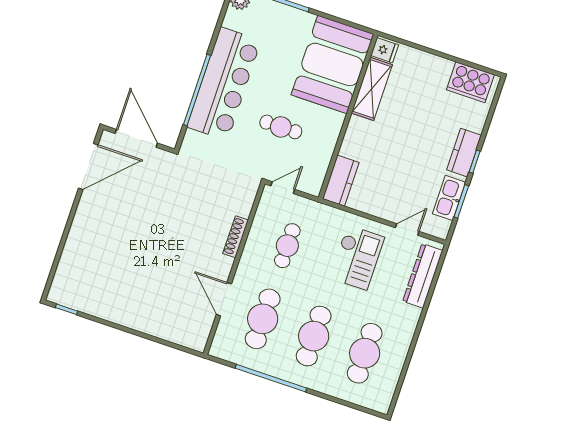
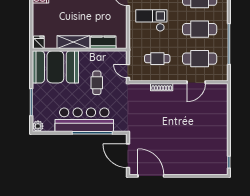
shelving: (372, 89) -> (73, 42), moved
door: (136, 138) -> (128, 156), hinge flipped
kitchen counter: (341, 181) -> (103, 42), moved

